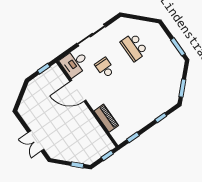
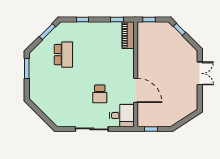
school desk: (134, 47) -> (63, 55), moved
piano: (106, 118) -> (128, 35), moved

